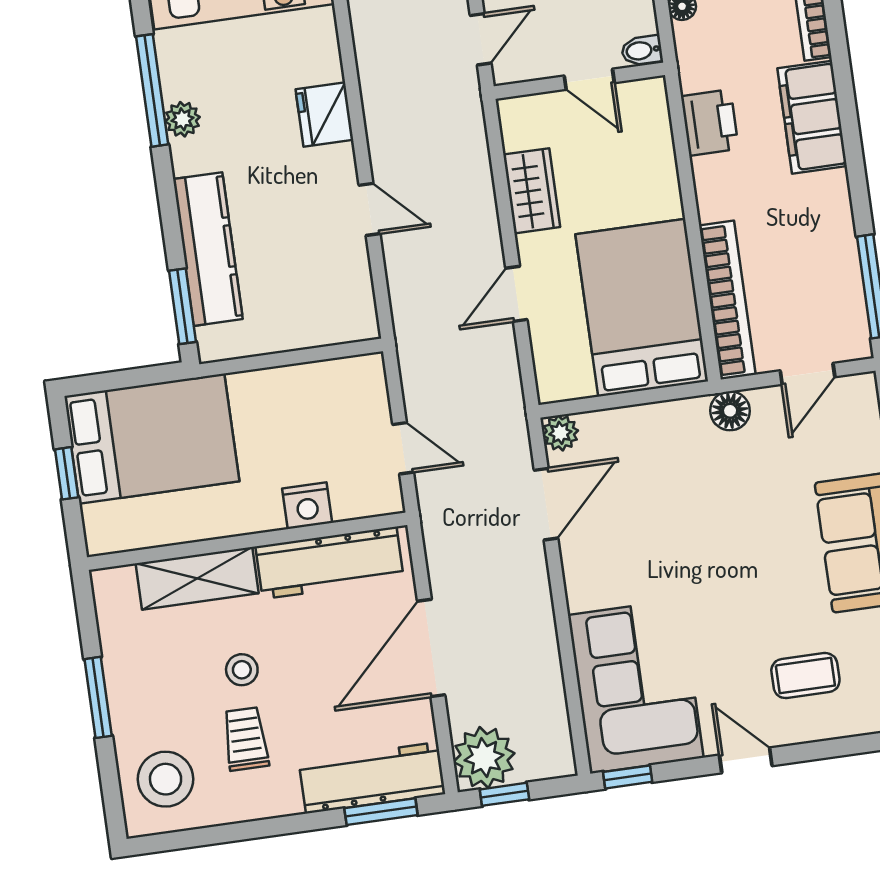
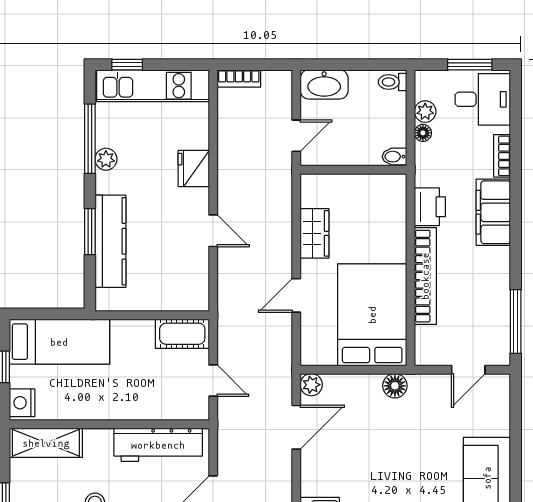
door: (589, 79) -> (360, 170), removed
bookcase: (727, 300) -> (425, 276), moved
window: (183, 306) -> (90, 232), moved
cot: (343, 381) -> (182, 334), added
floor lamp: (730, 411) -> (395, 386), moved
bed: (152, 439) -> (59, 342), width x0.67
nightstand: (307, 506) -> (22, 403), moved, turned 90
shelving: (197, 578) -> (46, 443), moved

